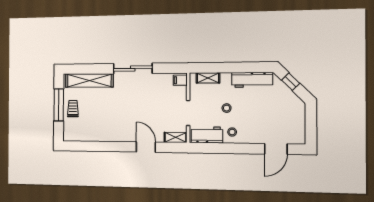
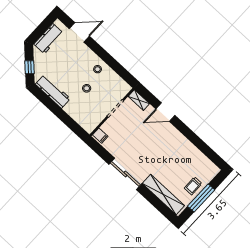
shelving: (208, 78) -> (80, 120), removed
workbench: (207, 135) -> (49, 39), moved, turned -90
door: (146, 147) -> (165, 112), hinge flipped

